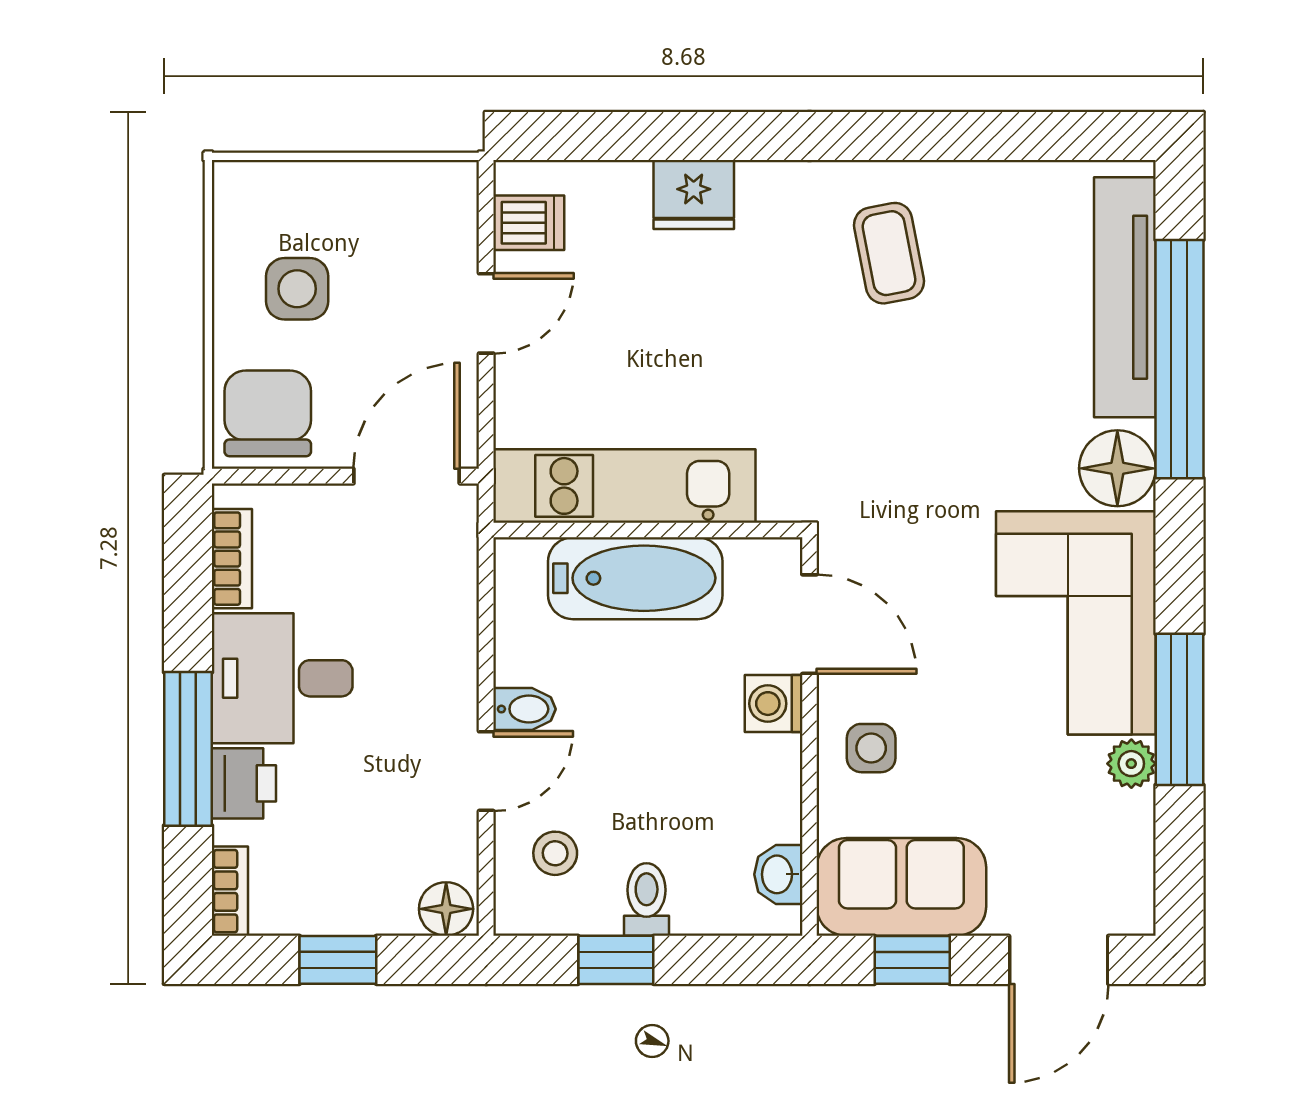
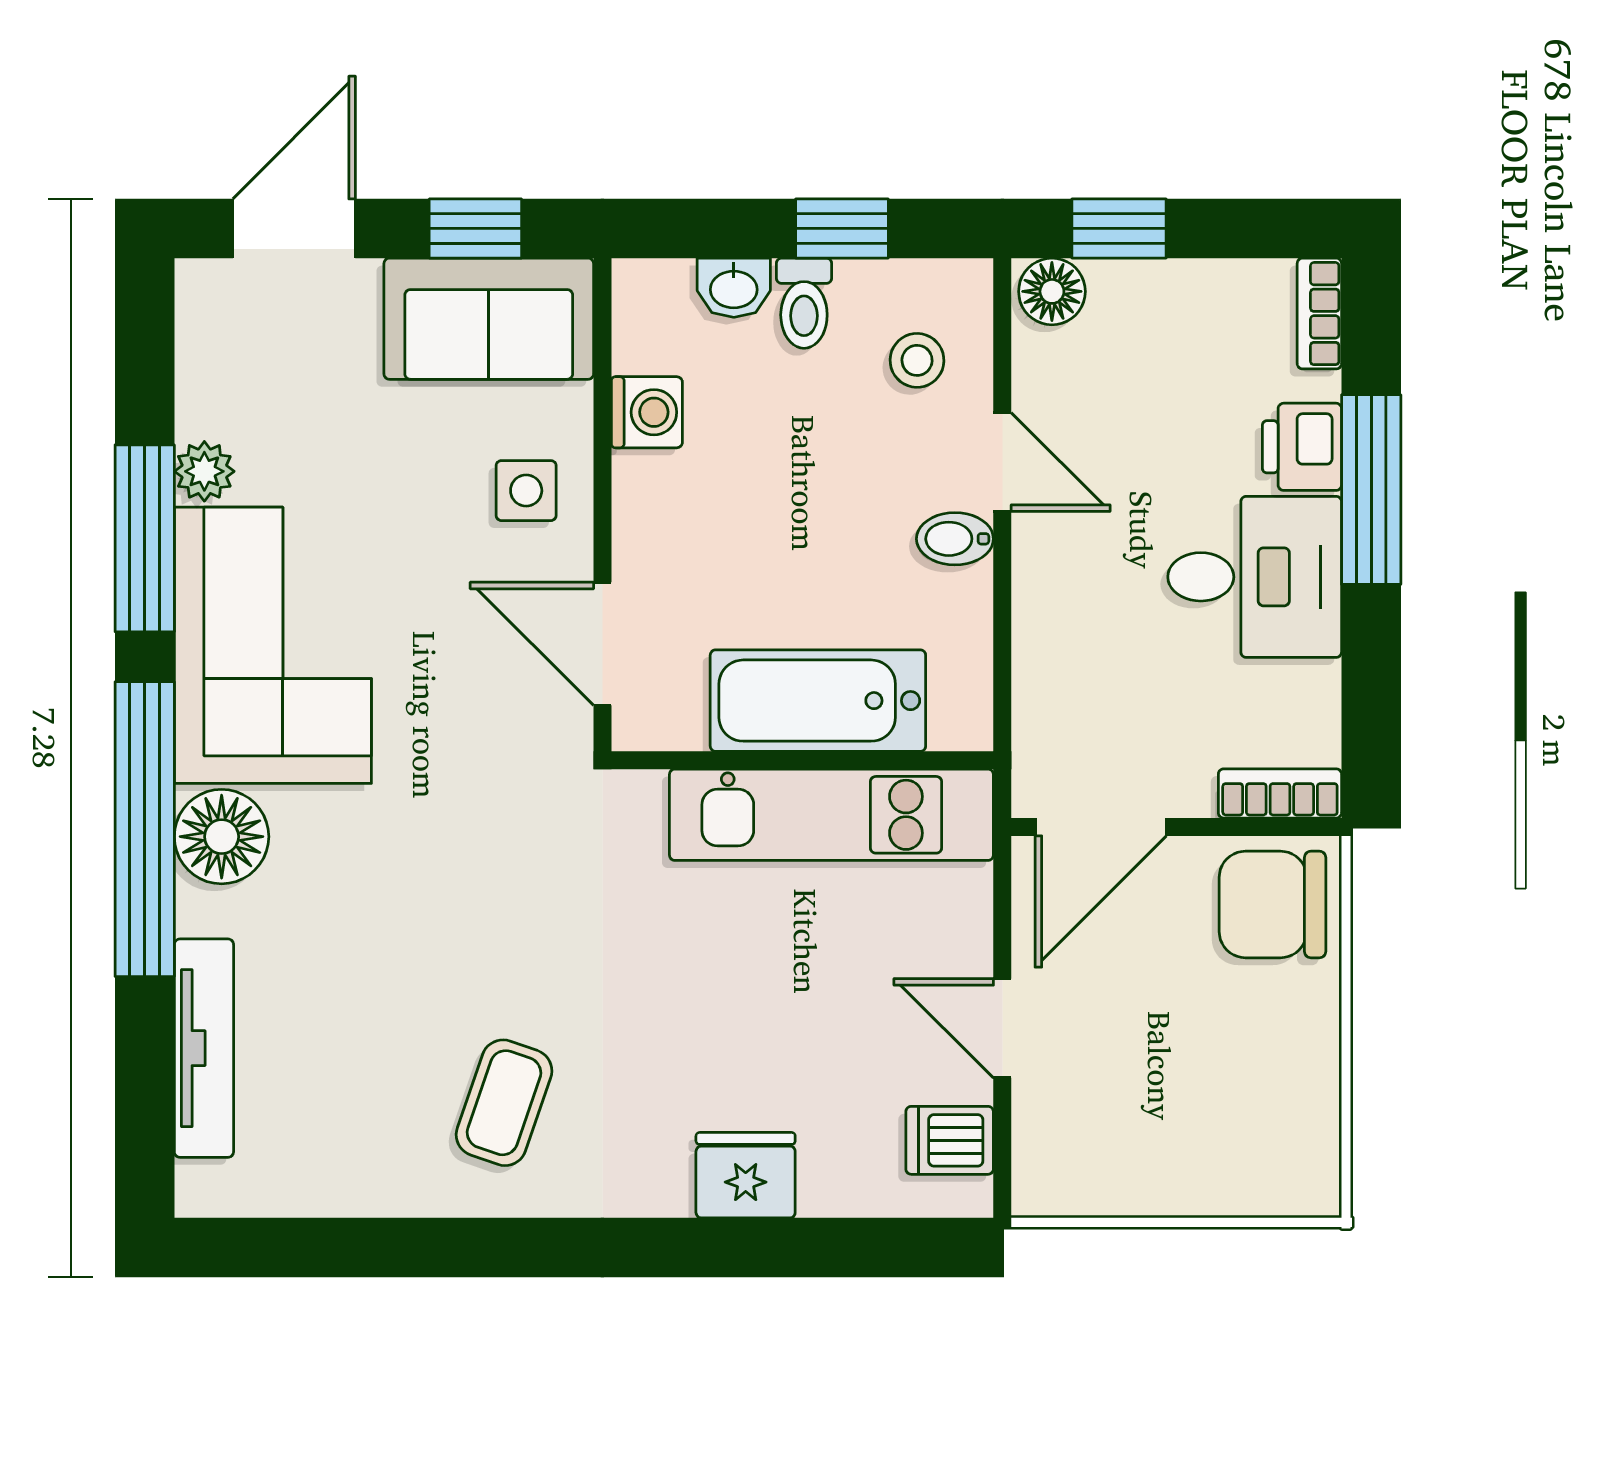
coffee table: (889, 253) -> (504, 1103), turned 30
side table: (297, 289) -> (1236, 1059), removed
tv unit: (1125, 297) -> (204, 1048), width x0.73, depth x0.78
door: (486, 313) -> (1002, 1028), hinge flipped
window: (1179, 359) -> (145, 829), moved
chair: (268, 413) -> (1273, 904), turned 90
bookcase: (232, 559) -> (1280, 793), moved, turned 90
washing machine: (774, 704) -> (647, 412), moved
door: (486, 771) -> (1002, 462), swing flipped
washbasin: (778, 874) -> (734, 288), moved, turned 90
window: (338, 960) -> (1119, 228), moved

